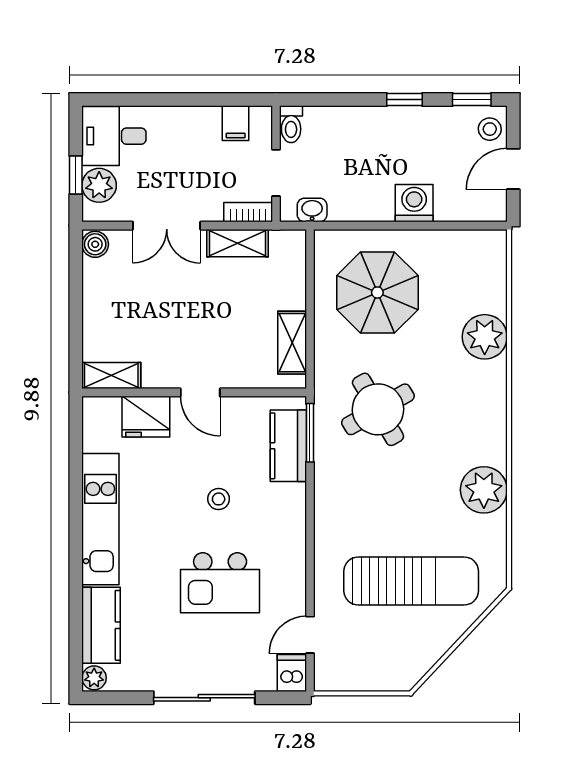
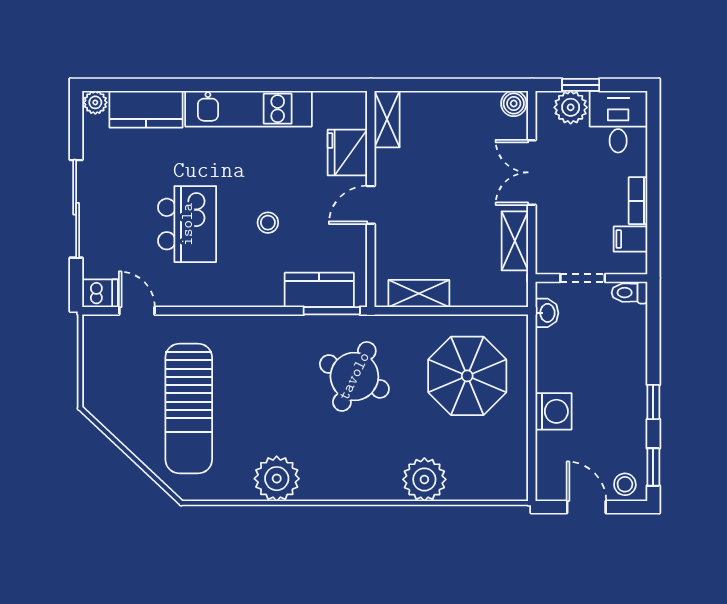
bookcase: (248, 212) -> (638, 201), moved, turned 180
round table: (378, 409) -> (354, 376), turned -34
kitchen island: (220, 583) -> (187, 224), turned 180

